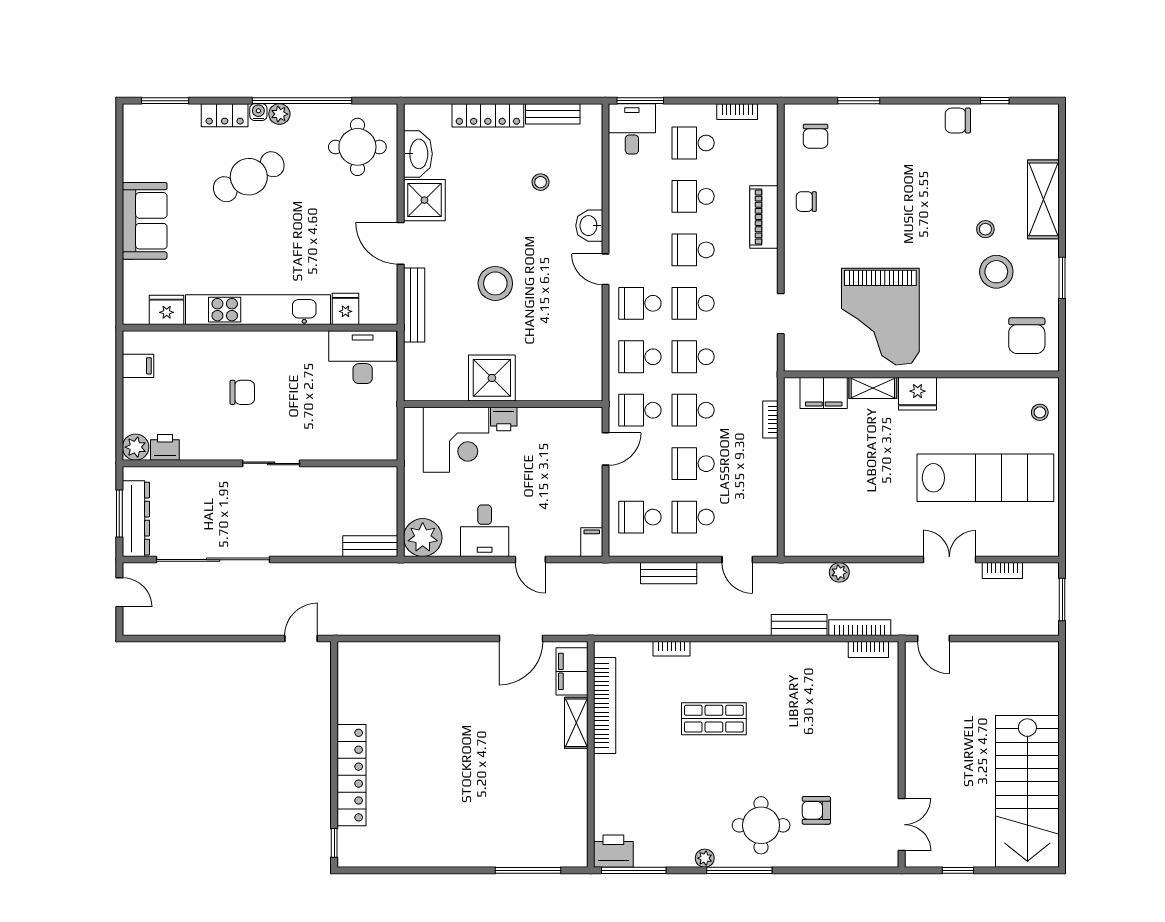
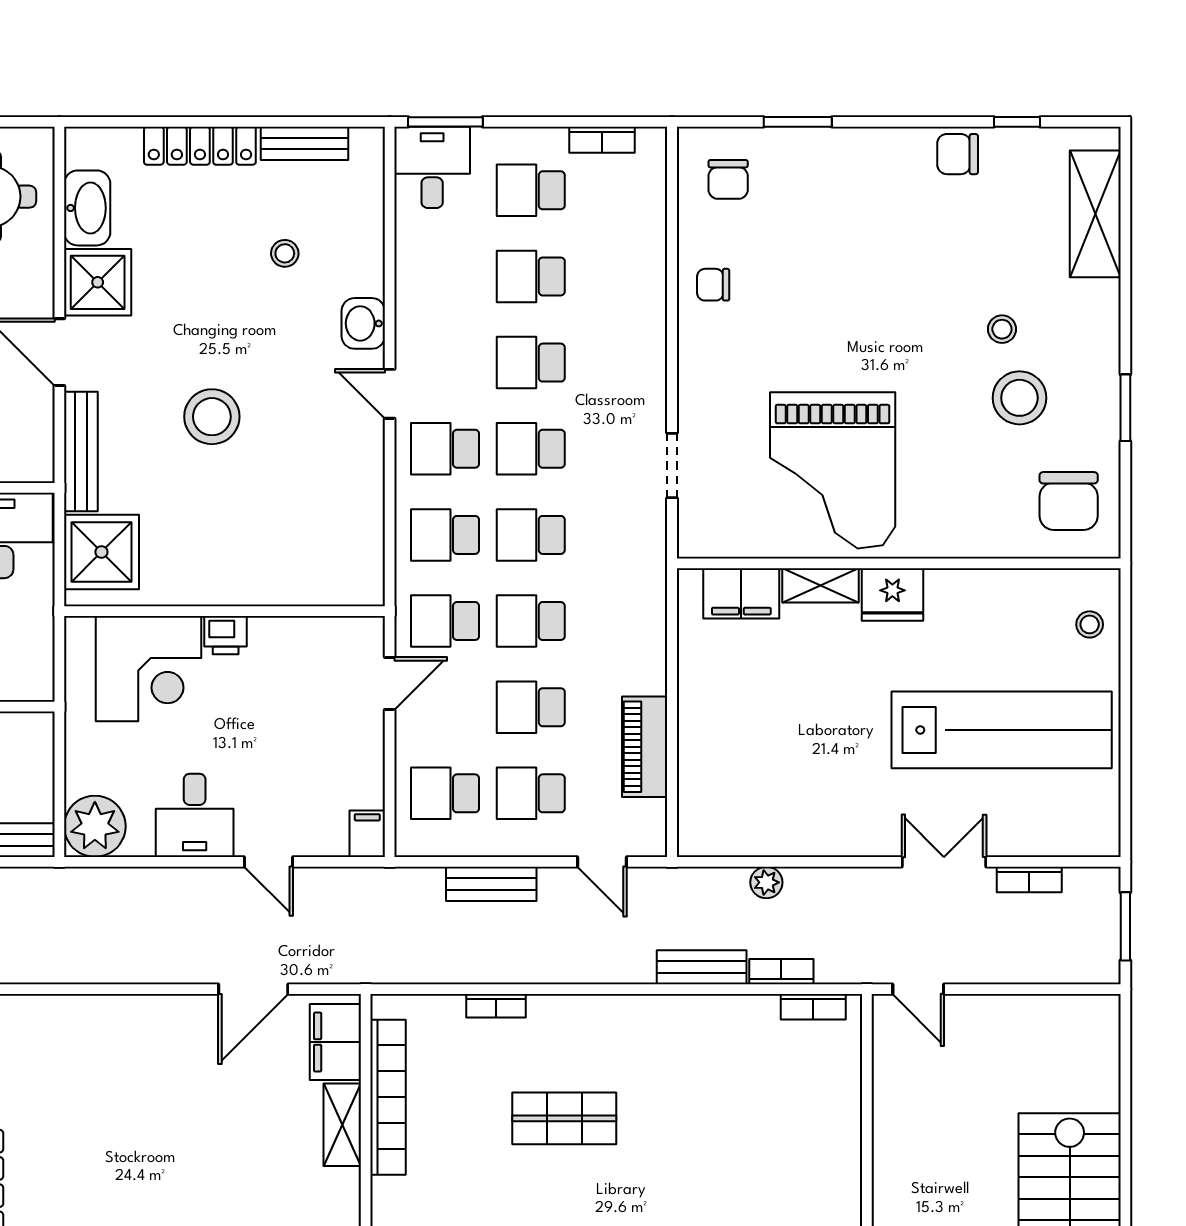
shelving: (1043, 199) -> (1095, 214), moved
piano: (764, 217) -> (645, 747), moved
shower: (492, 378) -> (101, 552), moved
bookcase: (770, 419) -> (655, 636), removed
bookcase: (860, 628) -> (781, 972), width x0.64

